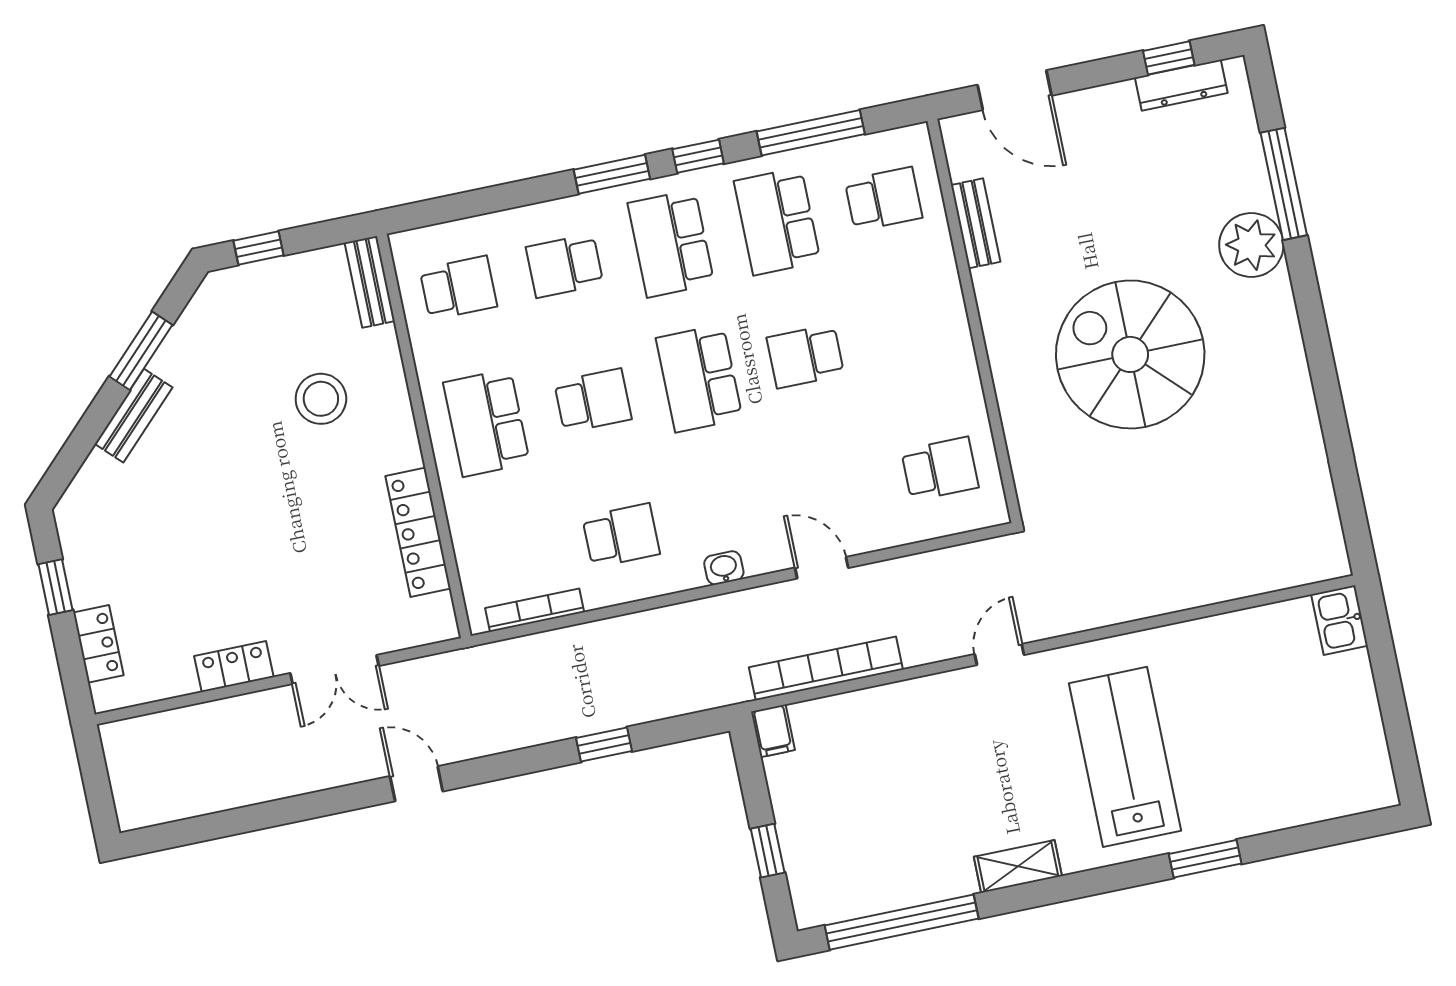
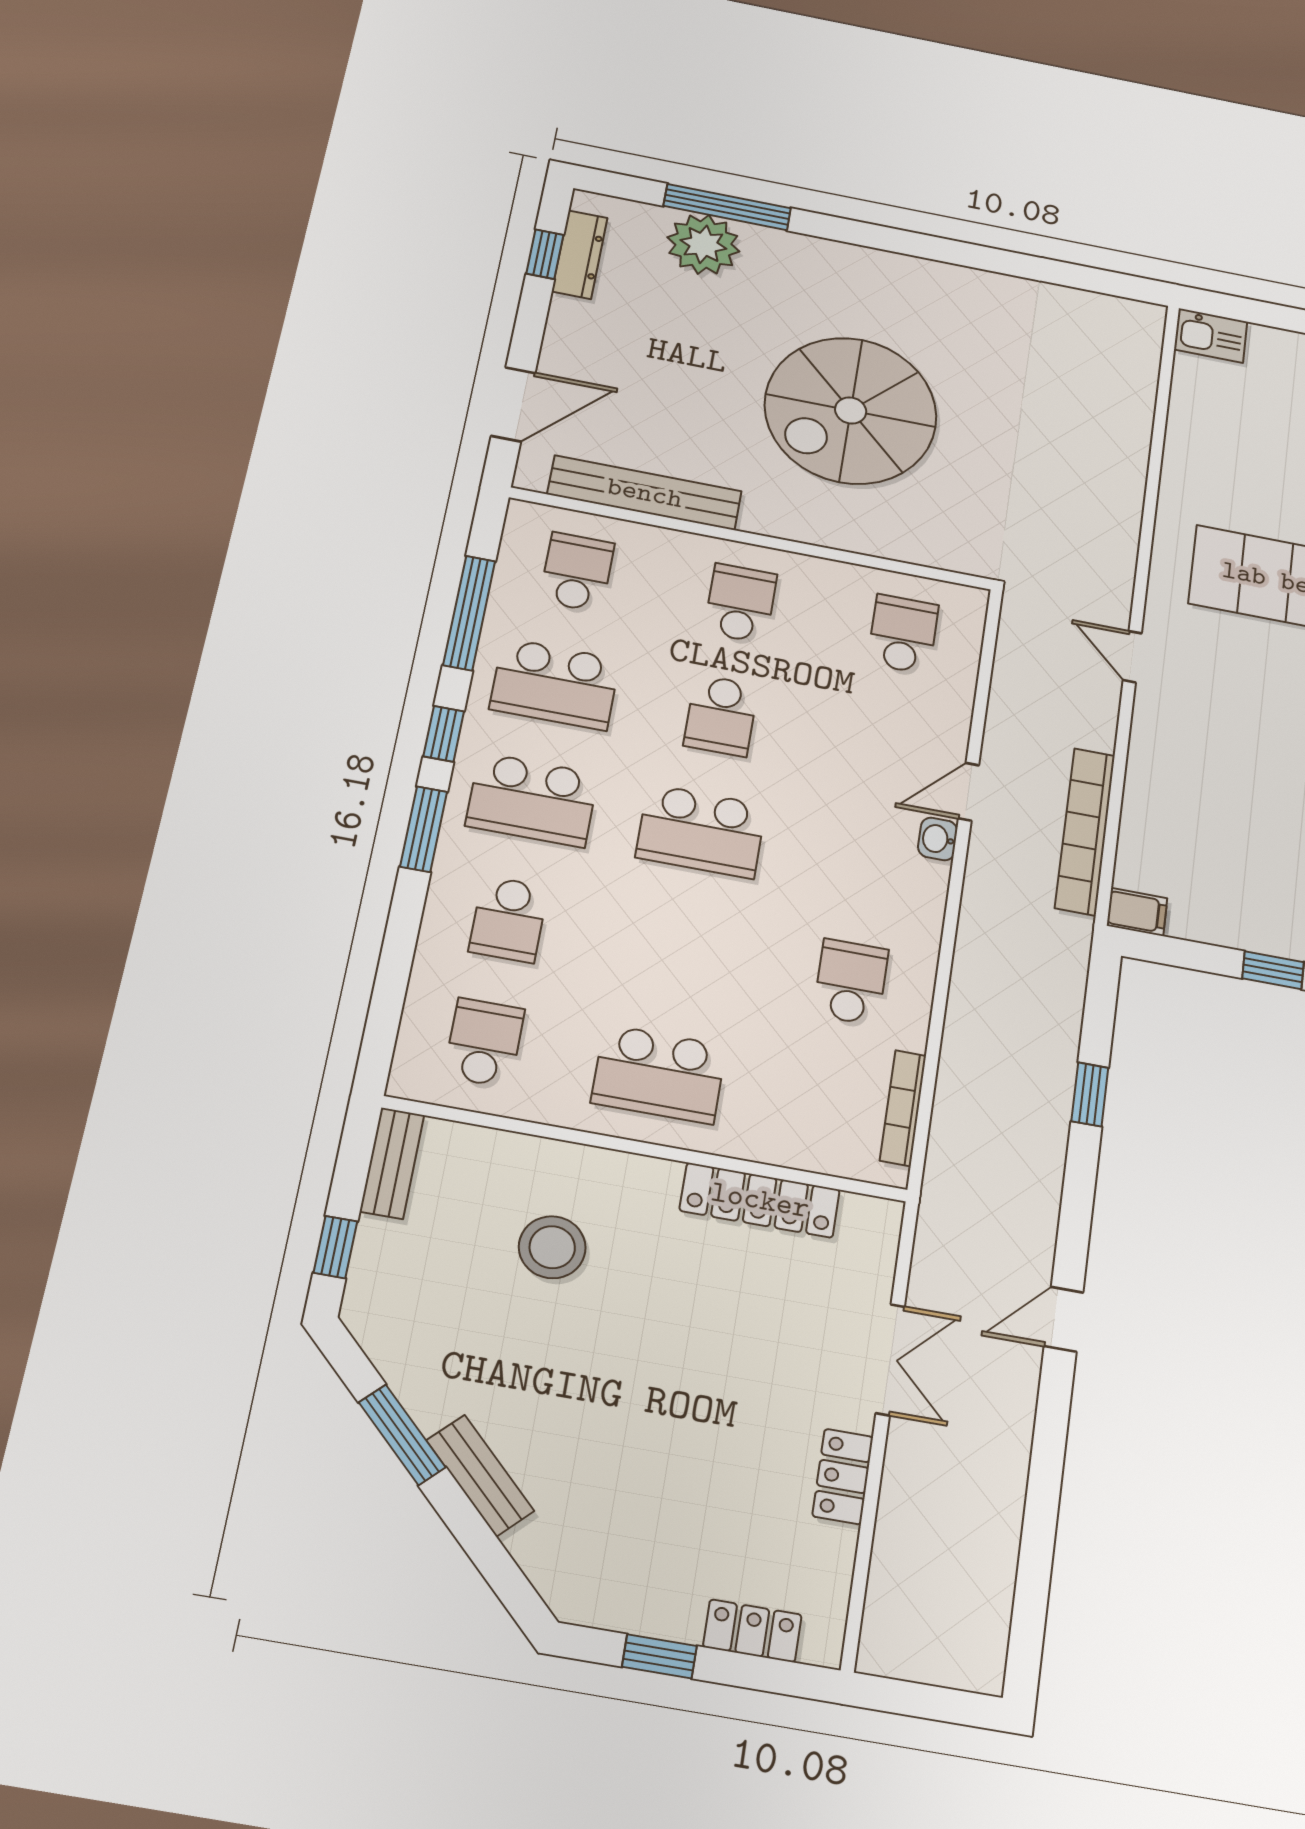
bench: (976, 223) -> (645, 493), width x1.86, depth x1.21
plant: (1251, 245) -> (703, 244), moved
bench: (370, 282) -> (392, 1163), moved, turned 90
school desk: (593, 401) -> (740, 603), moved
washbasin: (724, 568) -> (938, 839), moved

